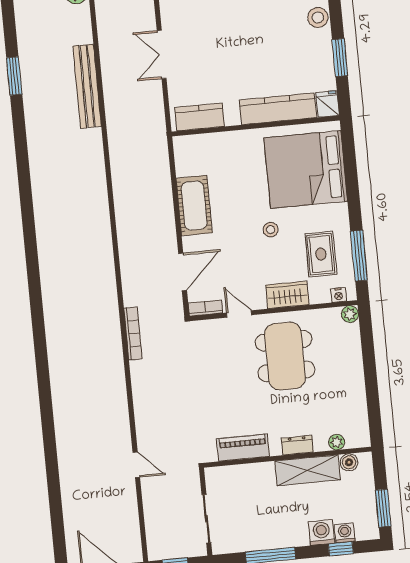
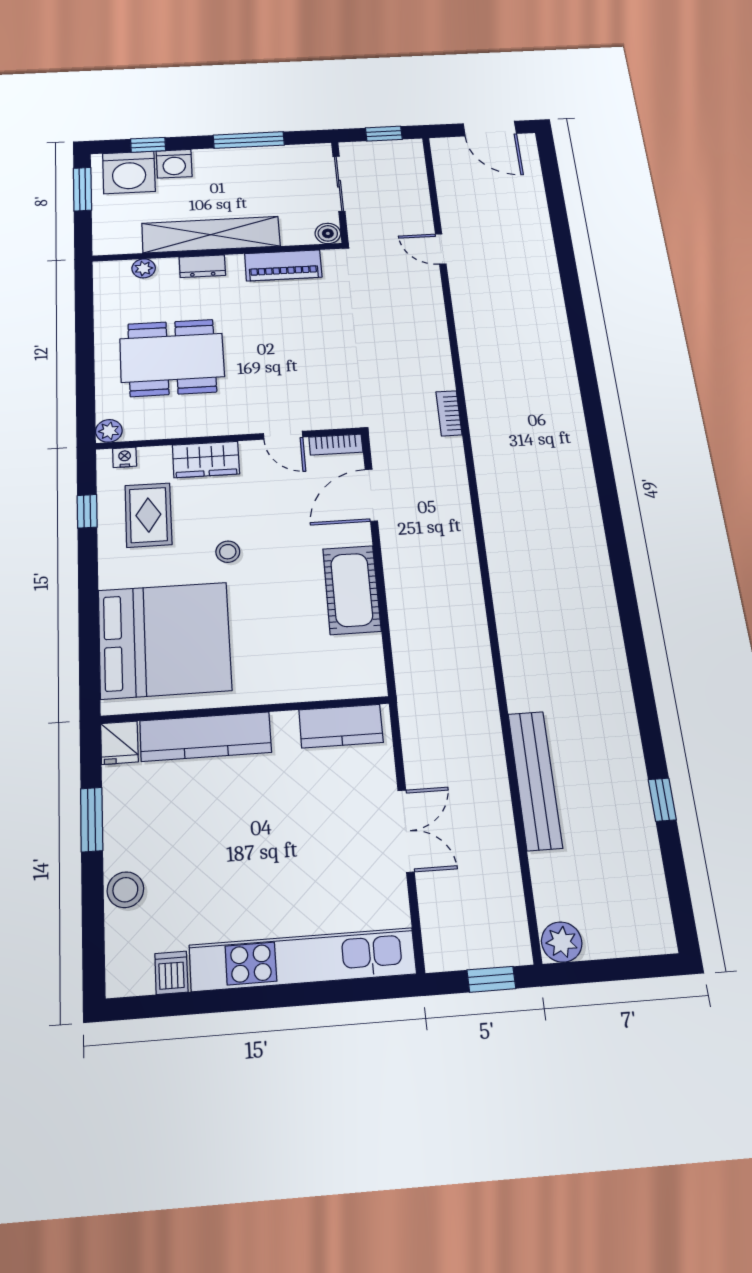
window: (14, 76) -> (662, 800), width x0.67
window: (359, 256) -> (87, 511), width x0.46
bookcase: (133, 333) -> (449, 413), width x0.64
dining table: (285, 356) -> (172, 358), moved, turned 90
boiler: (349, 462) -> (328, 233), moved
shelving: (308, 470) -> (211, 235), width x1.47
washing machine: (345, 533) -> (129, 172), width x1.89, depth x1.89

